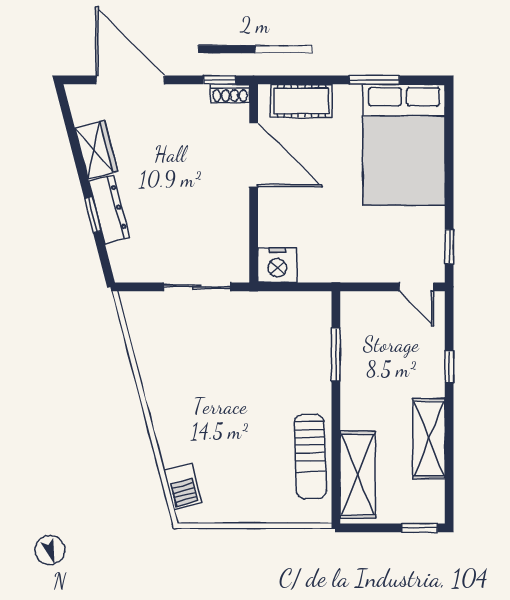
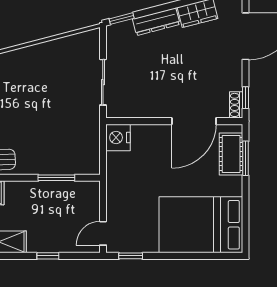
window: (374, 80) -> (246, 158), moved
window: (93, 215) -> (122, 19), moved

